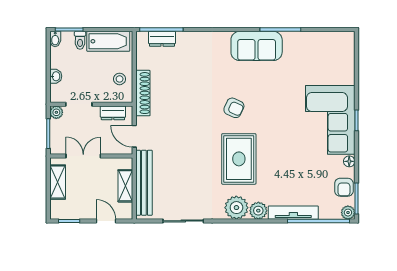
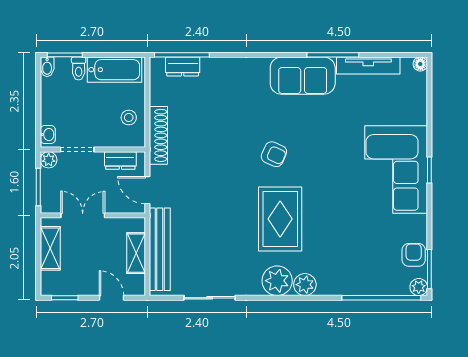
washbasin: (56, 76) -> (48, 135), moved
floor lamp: (349, 161) -> (420, 64), moved
armchair: (344, 187) -> (414, 255), turned 180
tv unit: (293, 213) -> (368, 65), moved, turned 180

